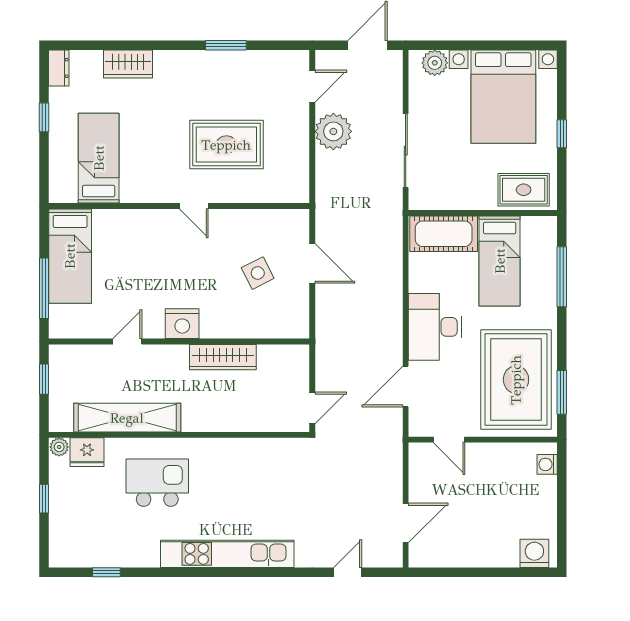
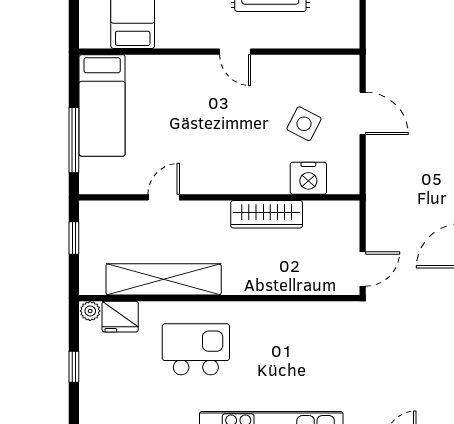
side table: (258, 273) -> (304, 124), turned -36
nightstand: (182, 324) -> (308, 178), moved

